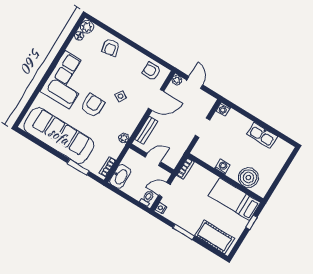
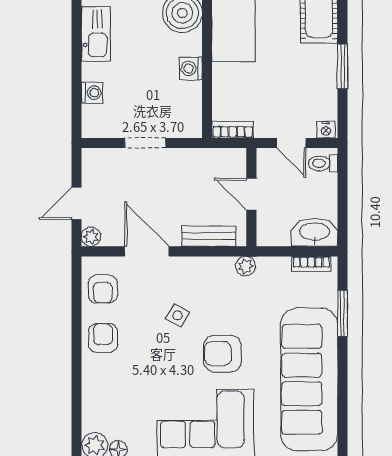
armchair: (111, 47) -> (103, 338), moved, turned -78
washing machine: (223, 109) -> (92, 93), moved

